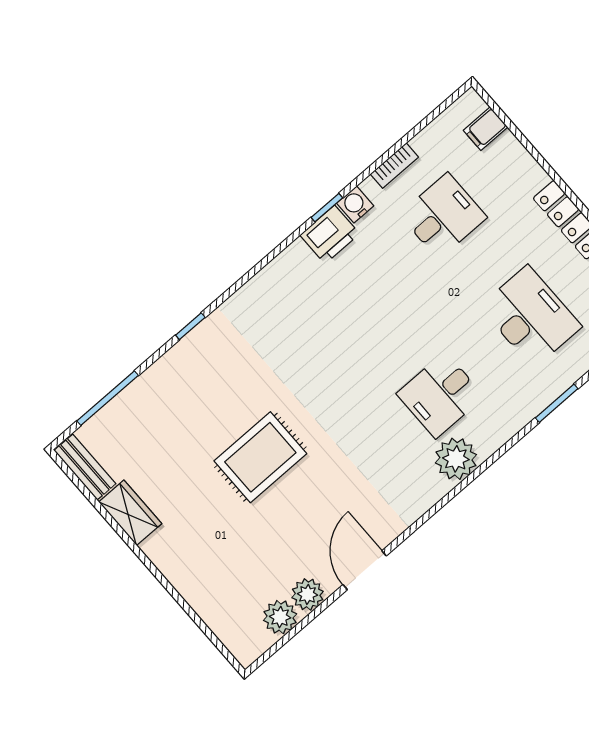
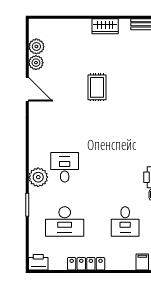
rug: (260, 457) -> (97, 87), width x0.73, depth x0.70
plant: (456, 459) -> (38, 177), moved
wardrobe: (130, 513) -> (105, 26), moved

